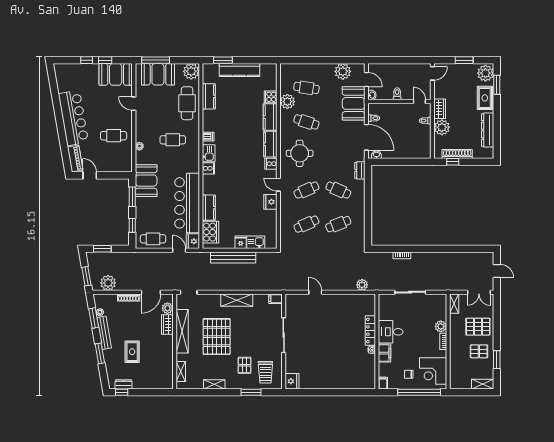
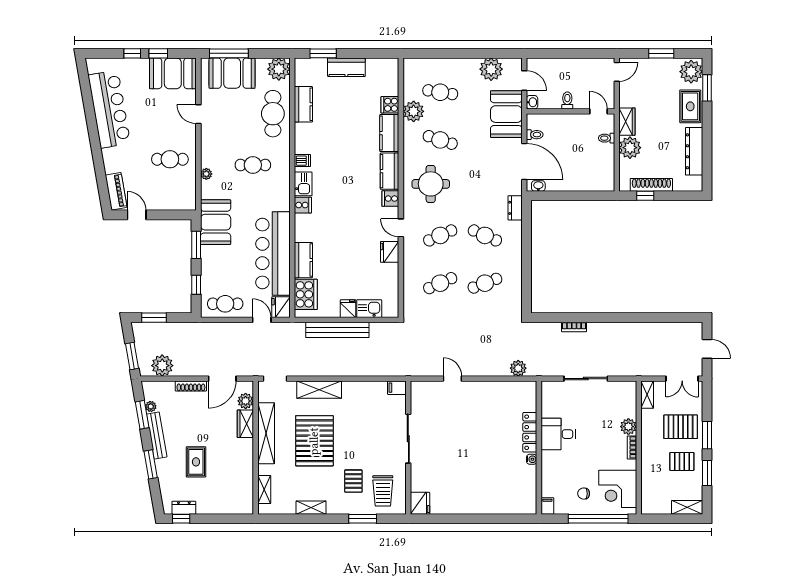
kitchen counter: (240, 70) -> (346, 67), width x0.67
bar counter: (73, 118) -> (109, 109), moved
shelving: (237, 300) -> (319, 390), moved
window: (497, 333) -> (707, 435), added
filing cabinet: (385, 353) -> (550, 464), removed

